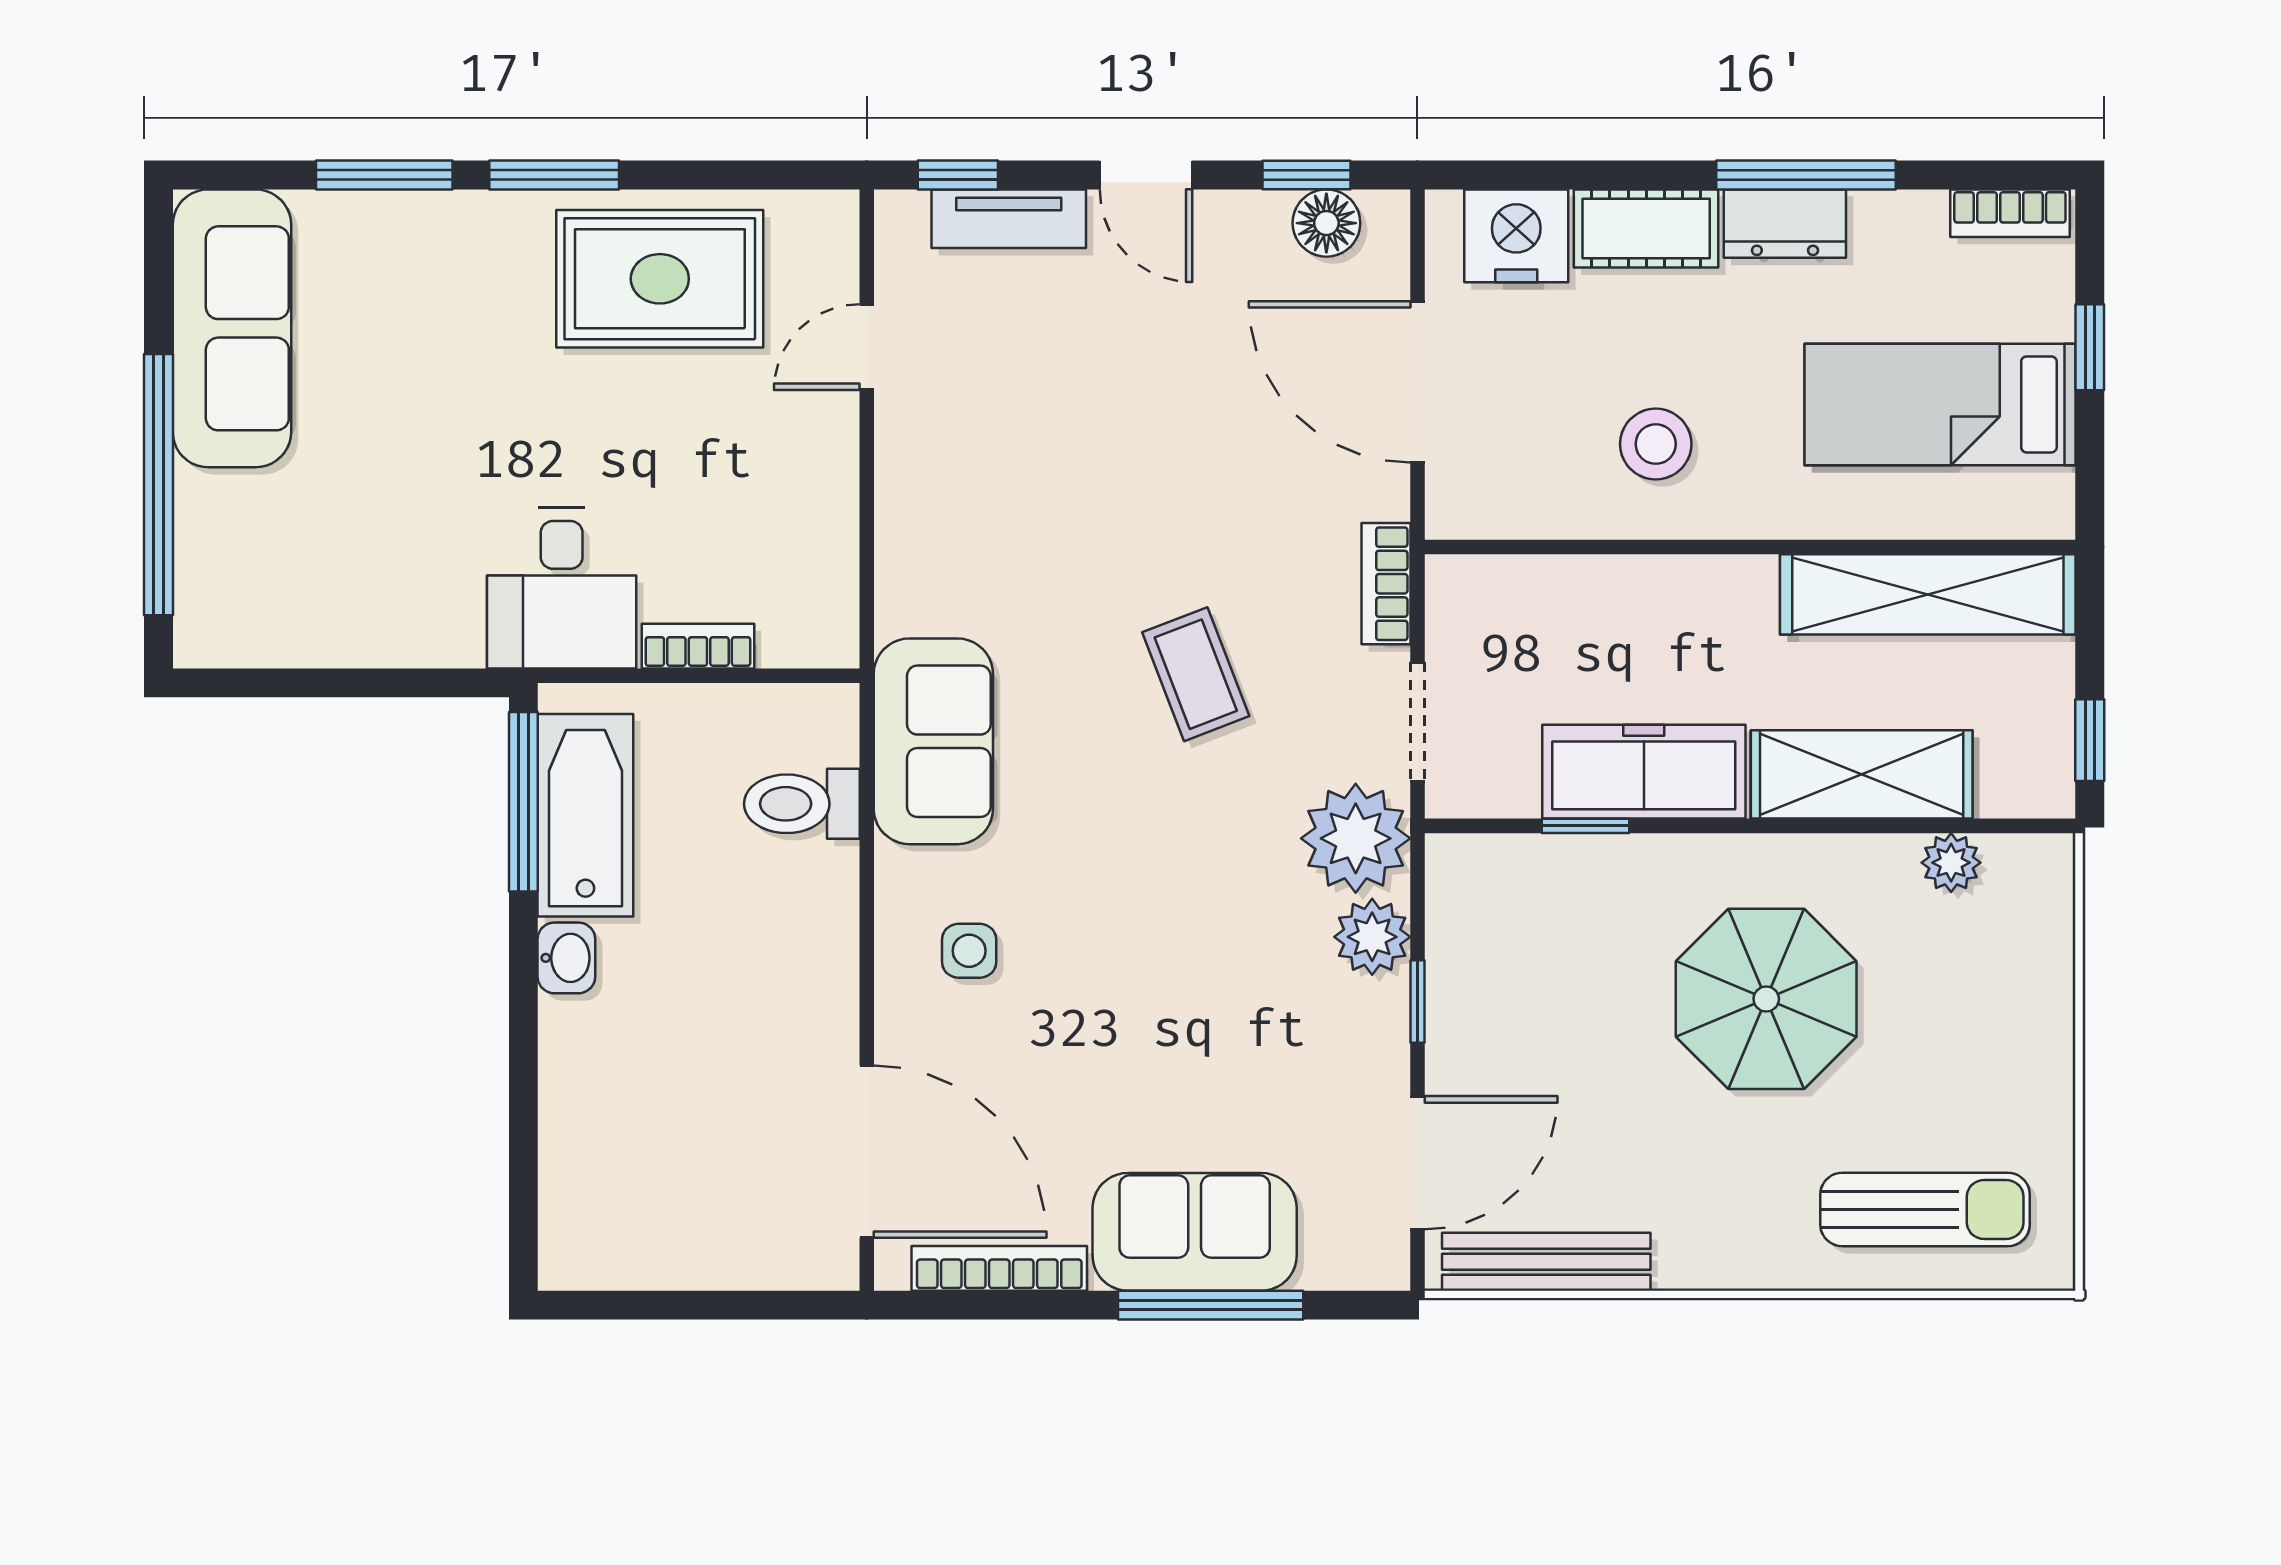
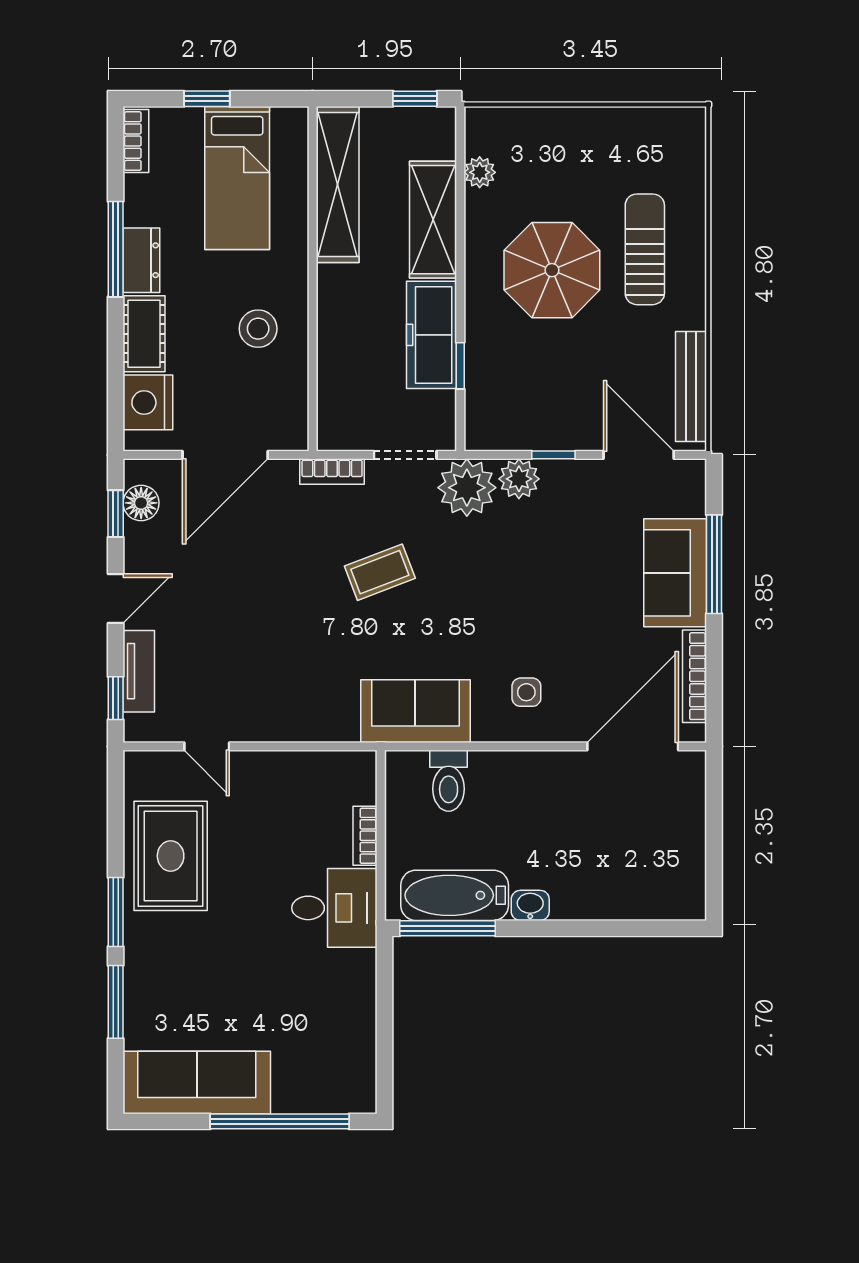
sun lounger: (1925, 1209) -> (645, 249), moved

